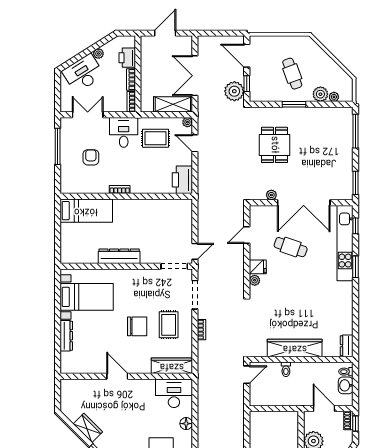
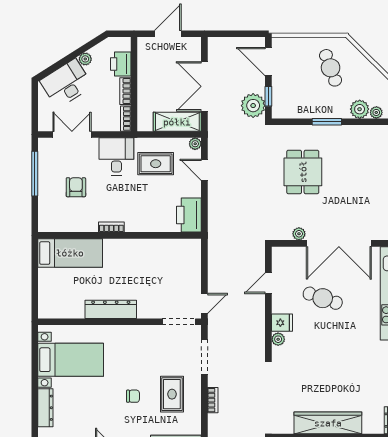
cafe table: (292, 74) -> (331, 68), moved
chair: (137, 326) -> (133, 396), width x0.54, depth x0.54

